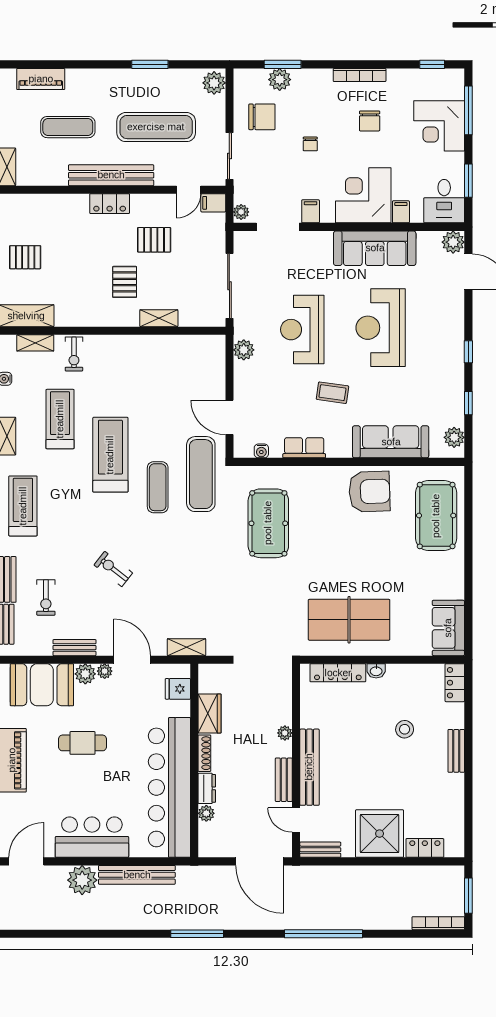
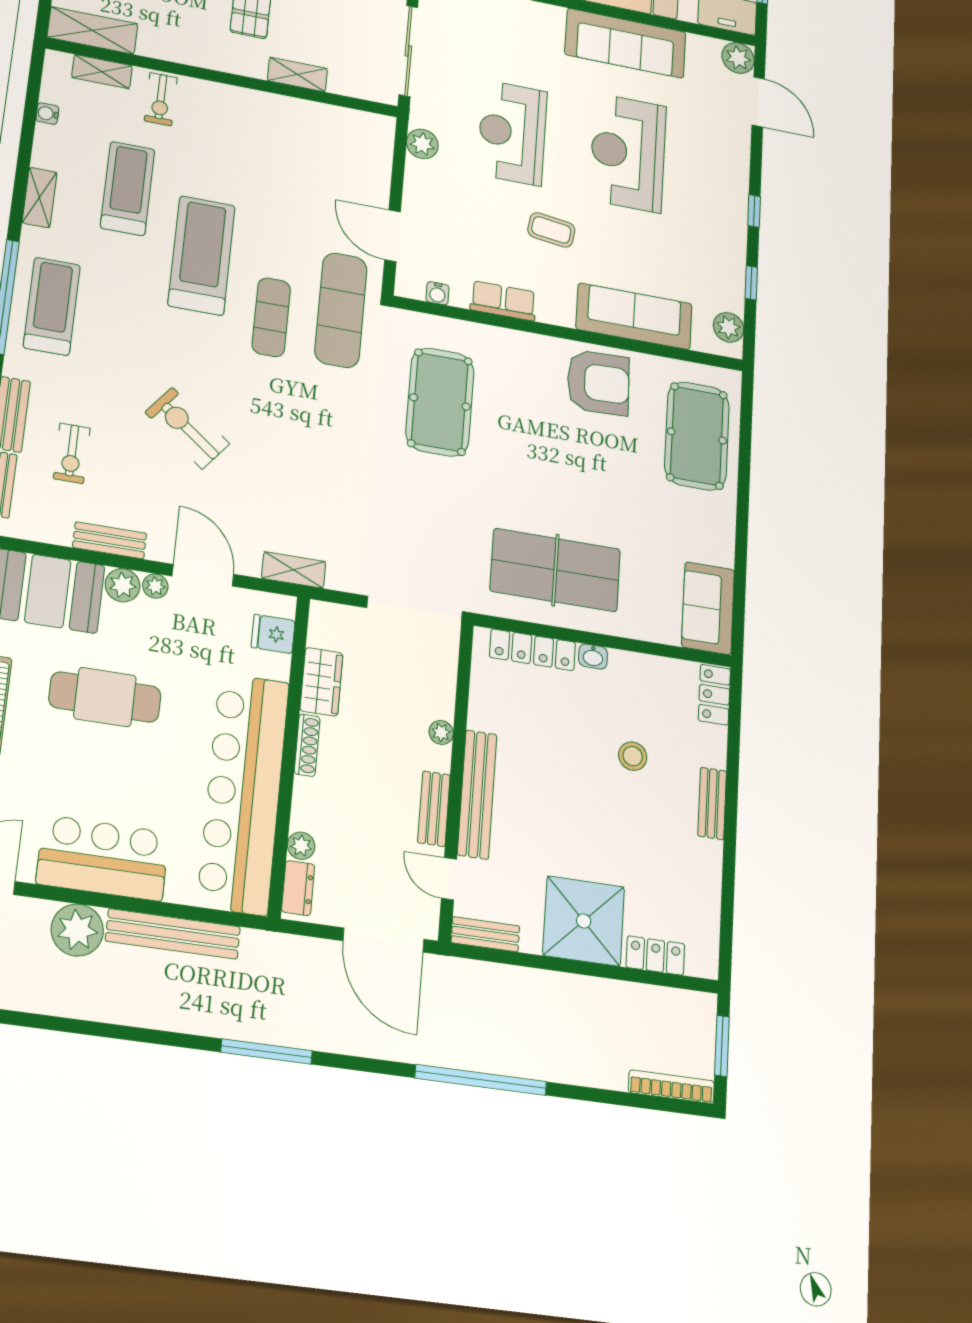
exercise bike: (113, 569) -> (187, 428), width x1.38, depth x1.39
cafe table: (83, 743) -> (105, 697), width x1.37, depth x1.35
dresser: (207, 788) -> (298, 888), moved

